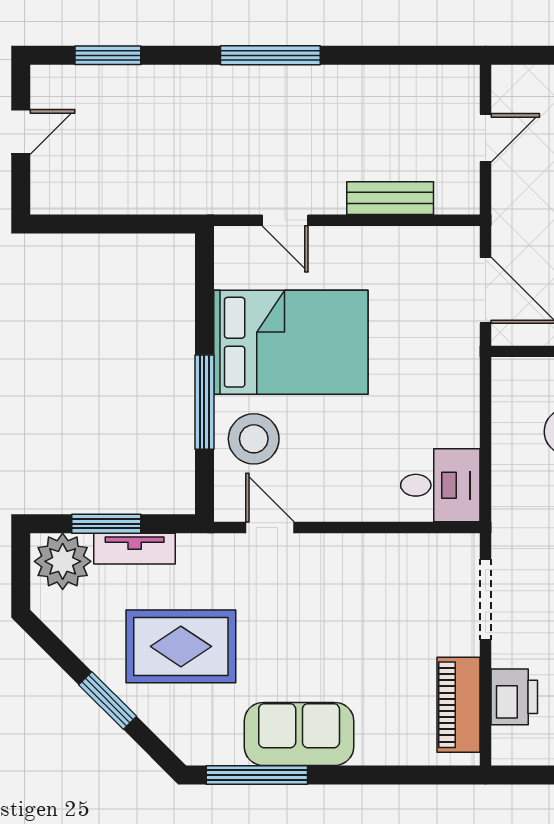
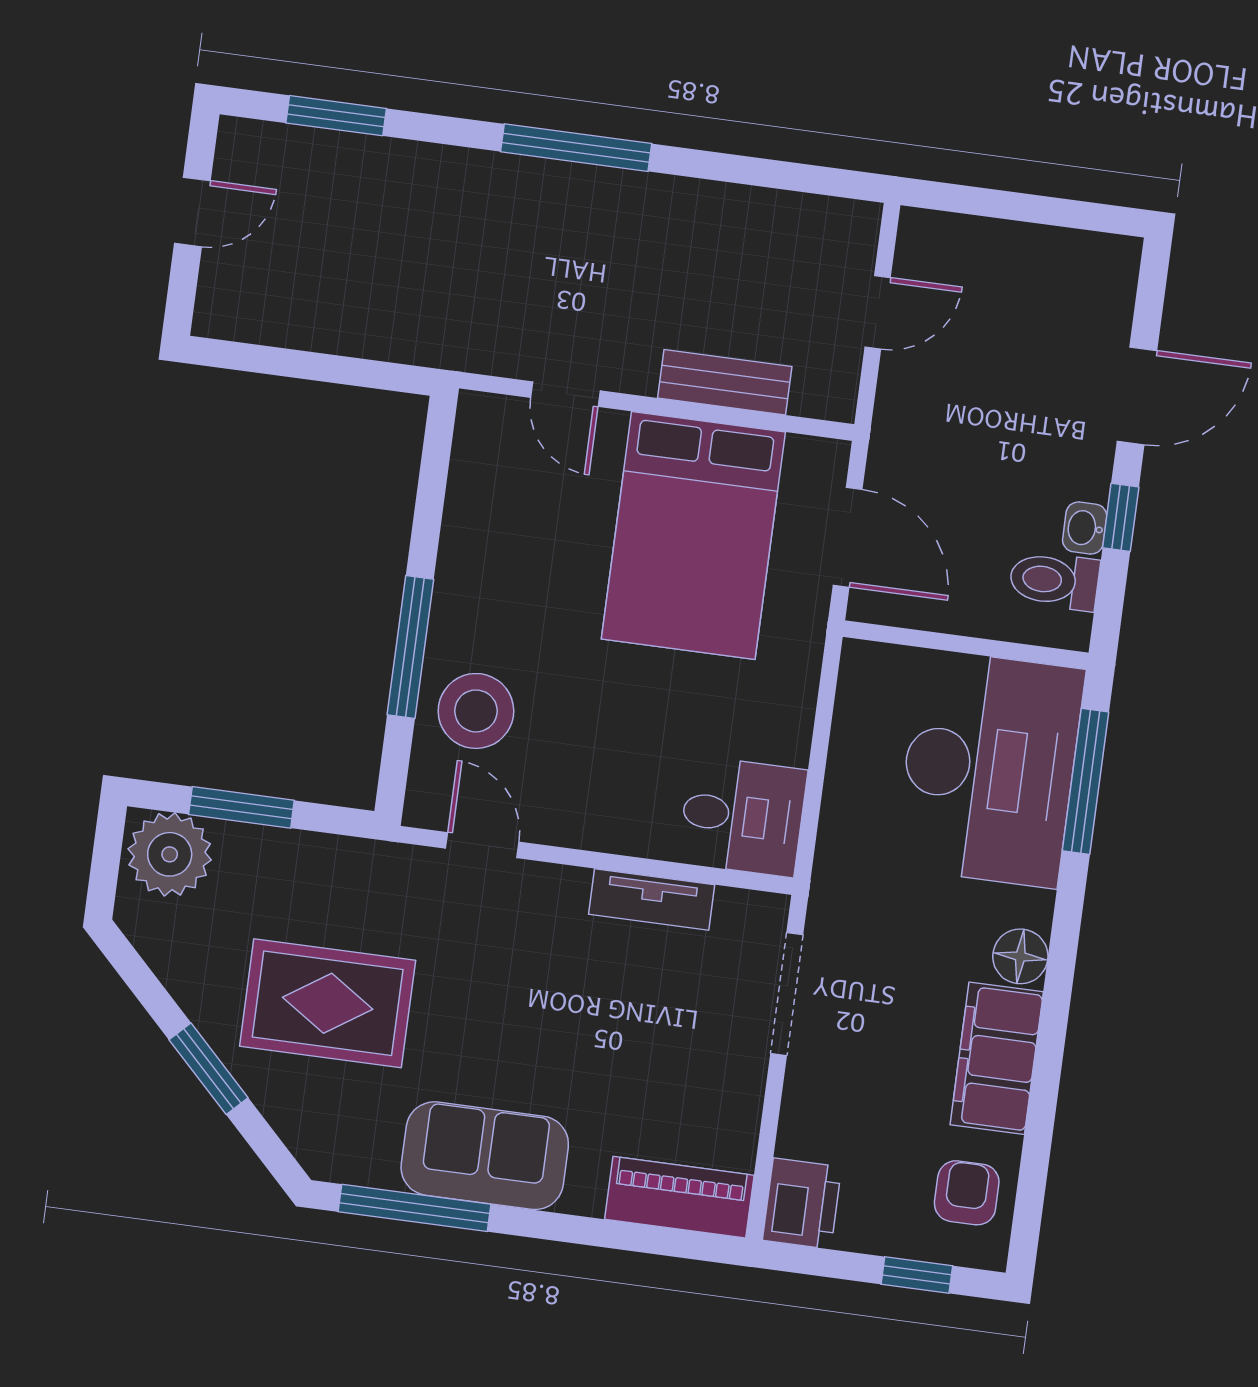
bed: (291, 342) -> (693, 536), moved, turned 90
tv unit: (135, 549) -> (652, 900), moved
printer: (514, 697) -> (802, 1204), moved
piano: (459, 705) -> (679, 1197), moved, turned 90

